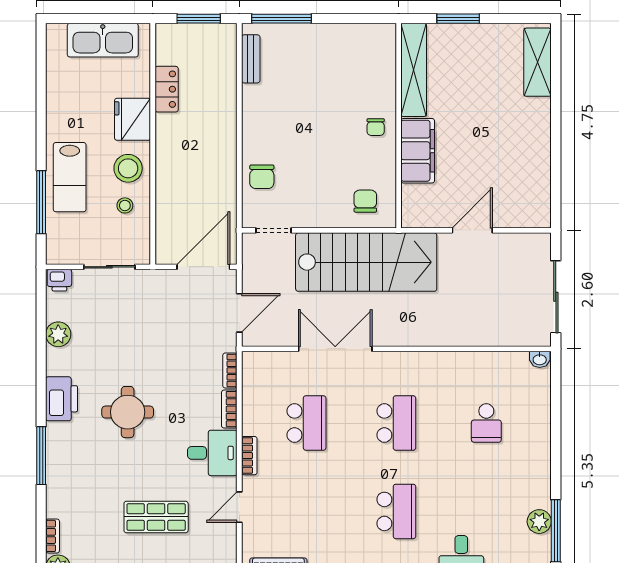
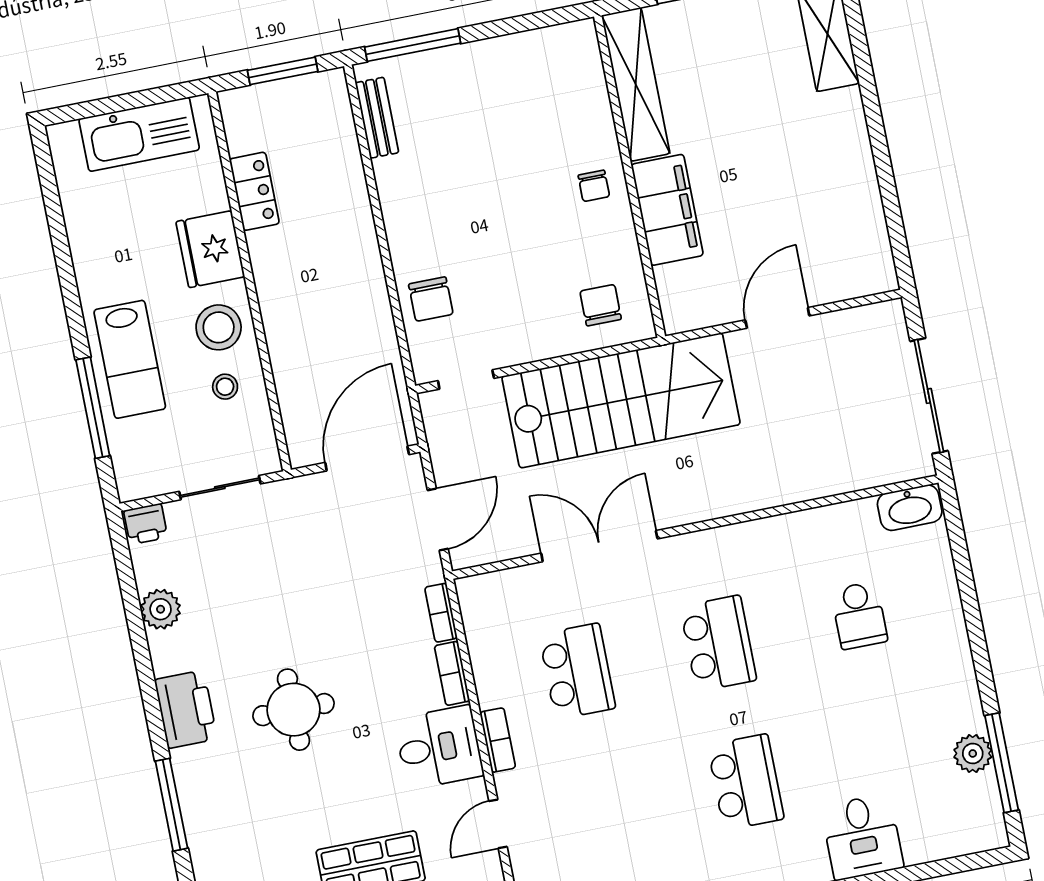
washbasin: (540, 359) -> (910, 508), width x1.91, depth x1.45

